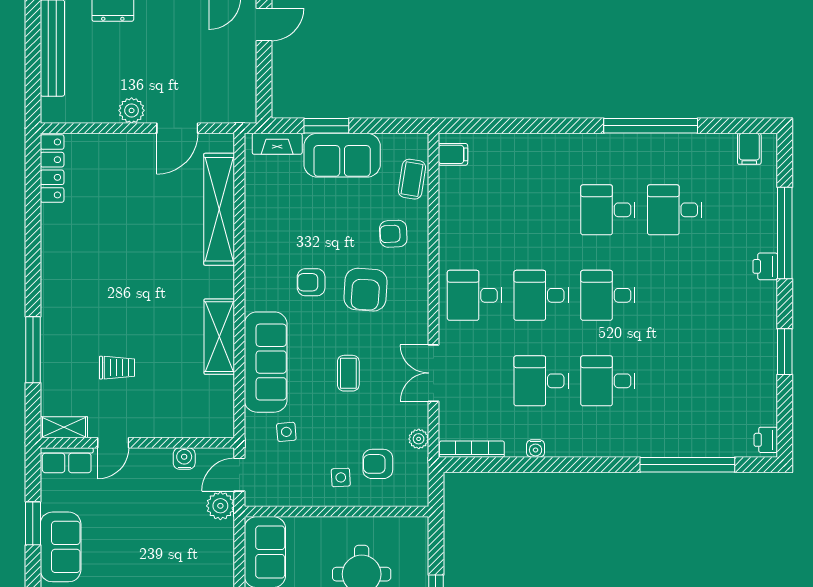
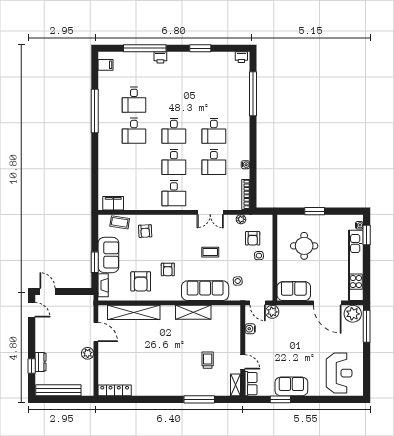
filing cabinet: (453, 154) -> (113, 203), width x2.00
armchair: (365, 290) -> (141, 281), moved, turned 86

